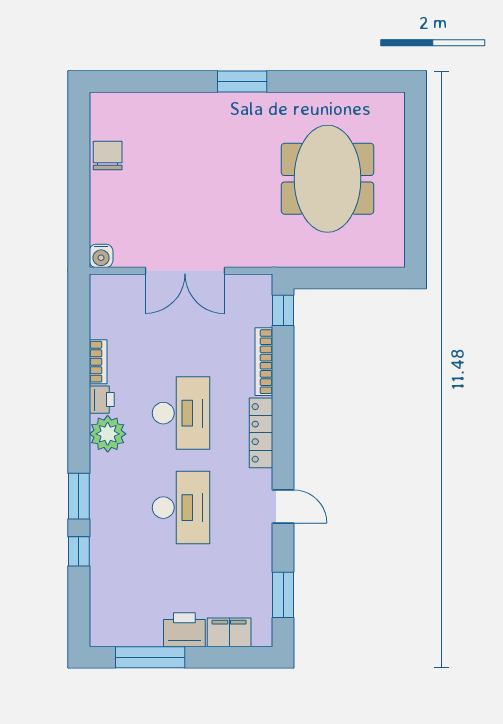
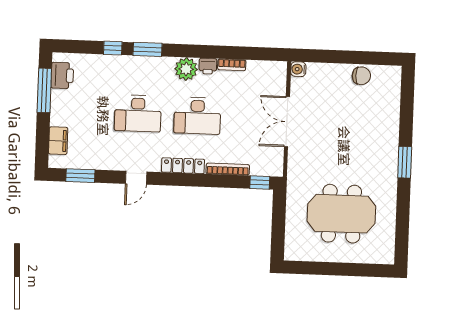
printer: (184, 630) -> (62, 75), moved

